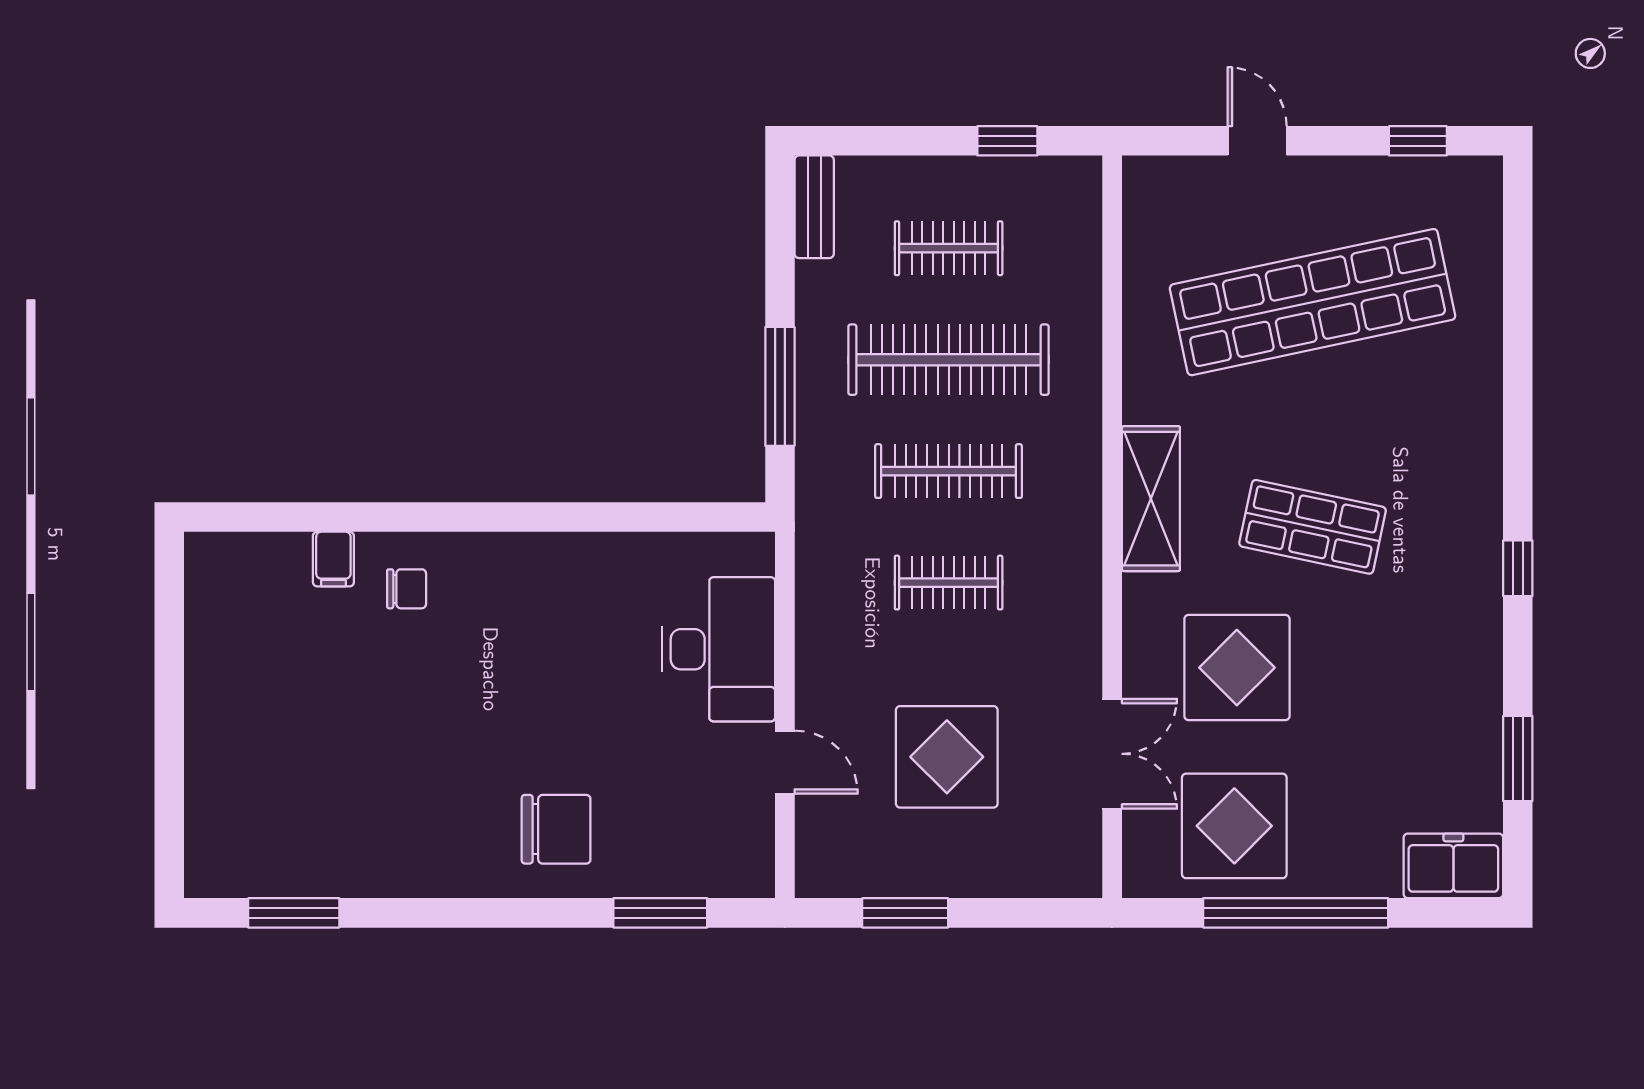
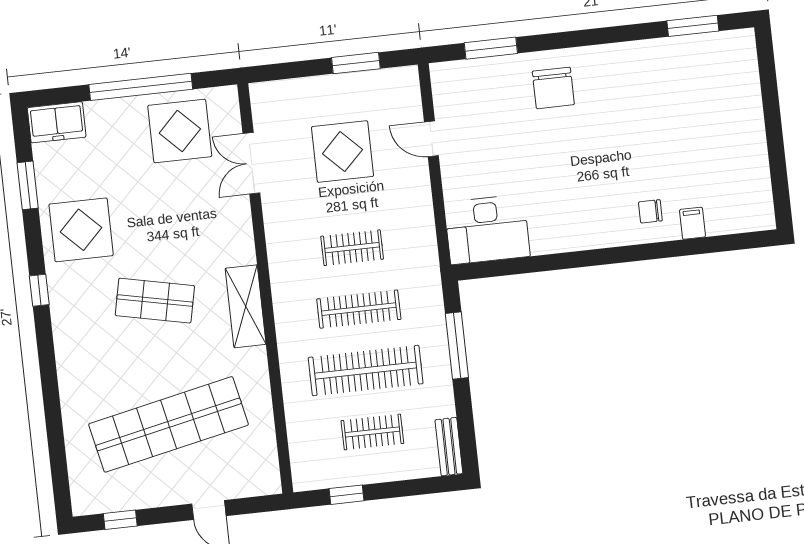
desk: (718, 649) -> (487, 230), moved, turned -90
display table: (1237, 668) -> (81, 230), moved
chair: (556, 829) -> (553, 88), turned -90

